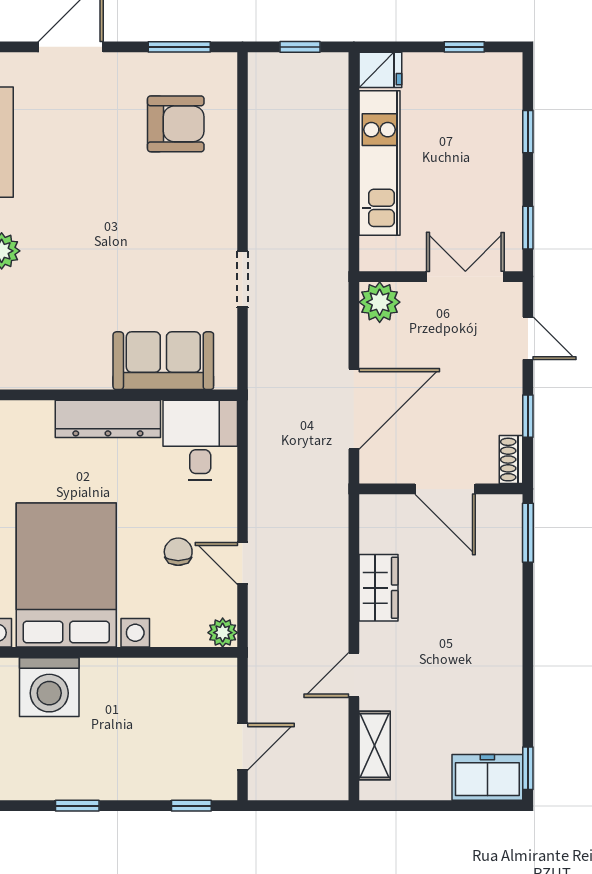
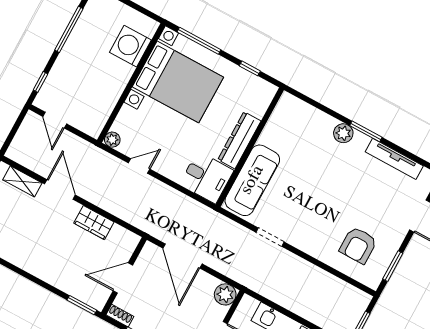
sofa: (163, 361) -> (252, 180), width x1.36
chair: (178, 552) -> (161, 139), removed
door: (354, 675) -> (60, 189), width x1.38
window: (77, 806) -> (69, 29), width x2.17

